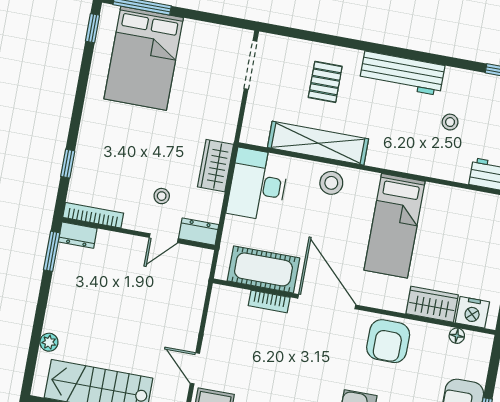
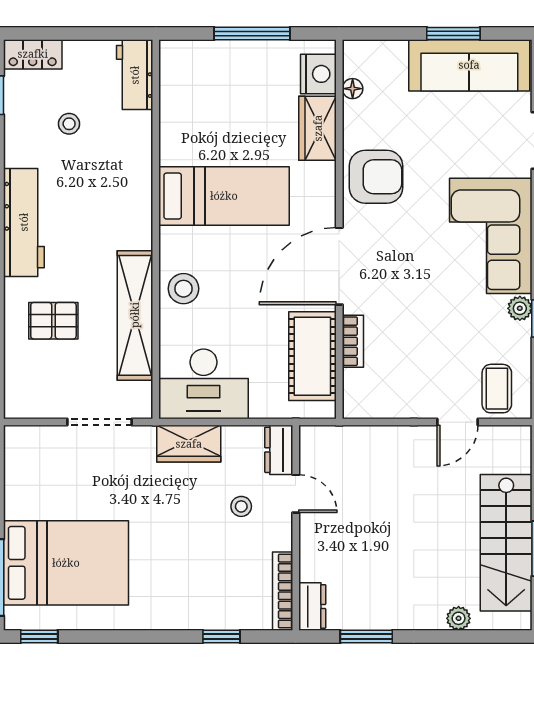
doorway: (251, 65) -> (100, 422), moved
stool: (450, 122) -> (69, 124), moved
window: (52, 251) -> (366, 637), moved

